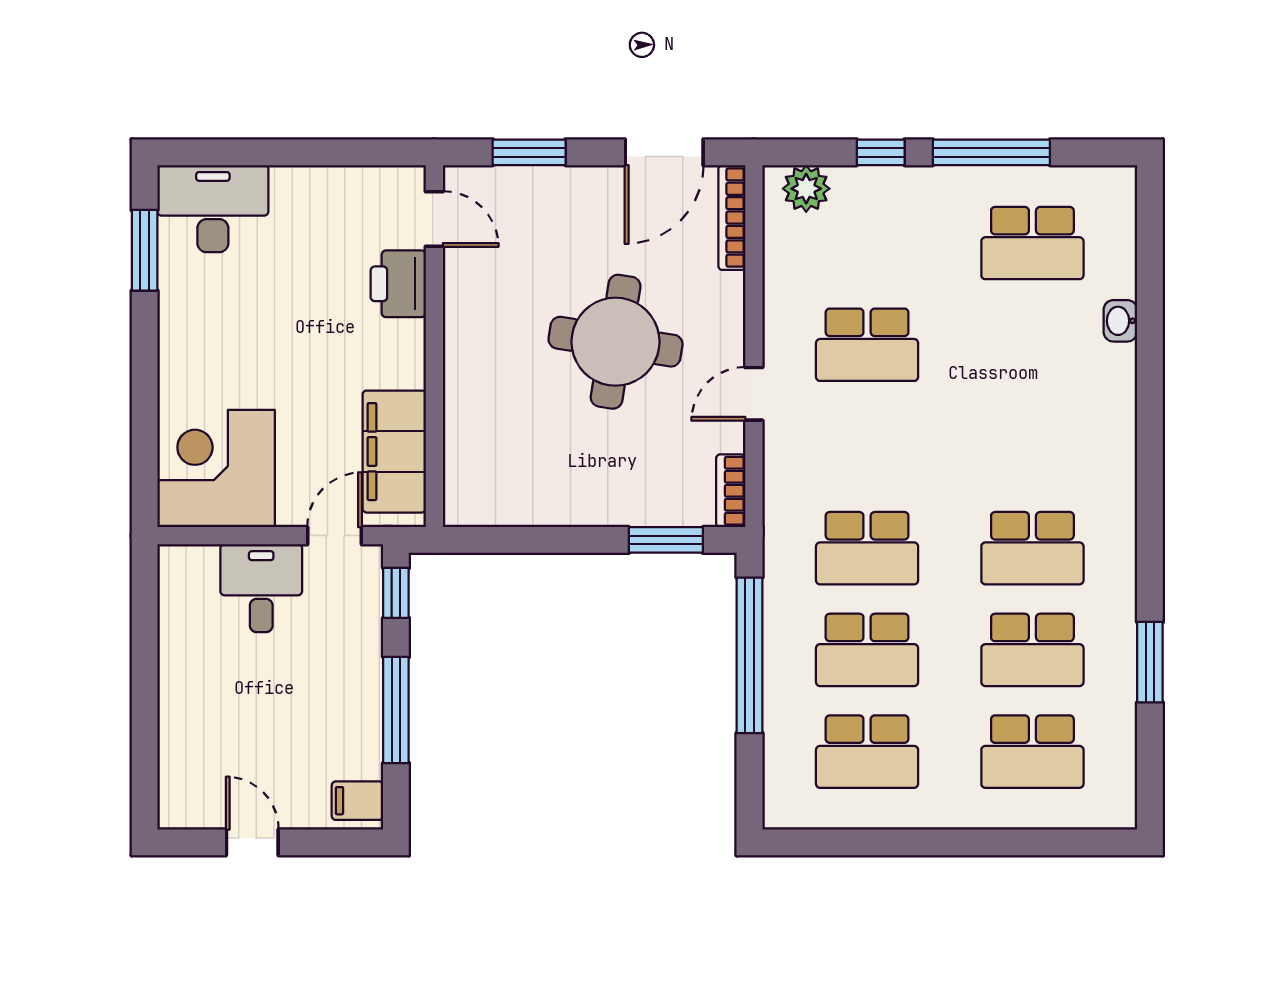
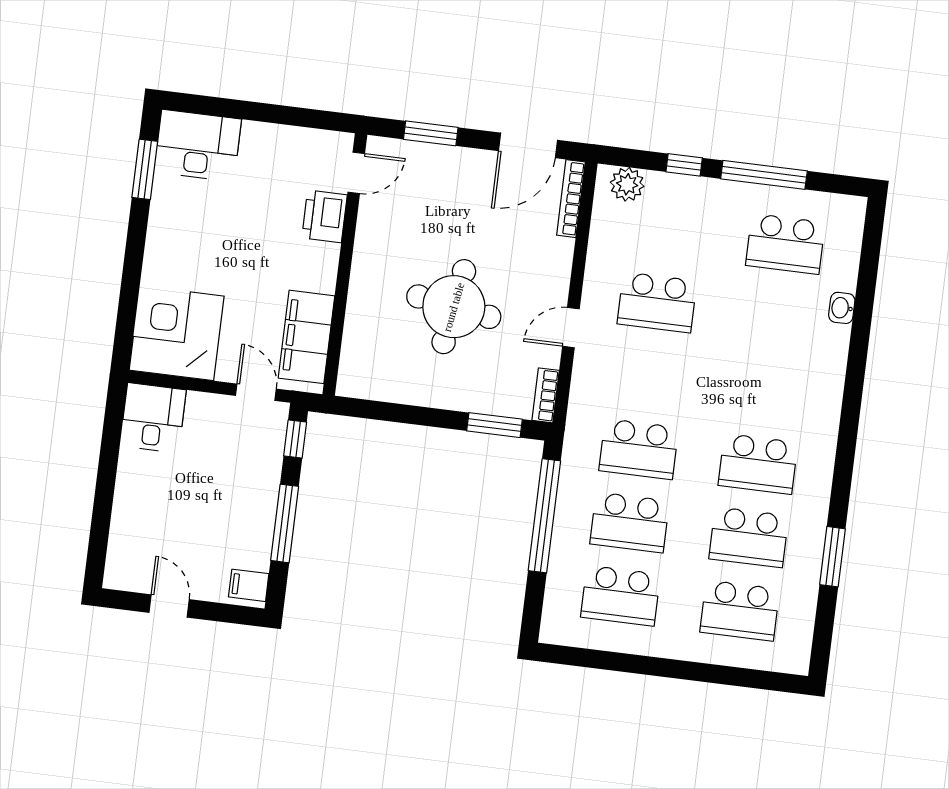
door: (434, 219) -> (356, 173), hinge flipped
round table: (616, 342) -> (454, 307), moved
door: (335, 536) -> (256, 392), hinge flipped
desk: (261, 588) -> (153, 418), moved

